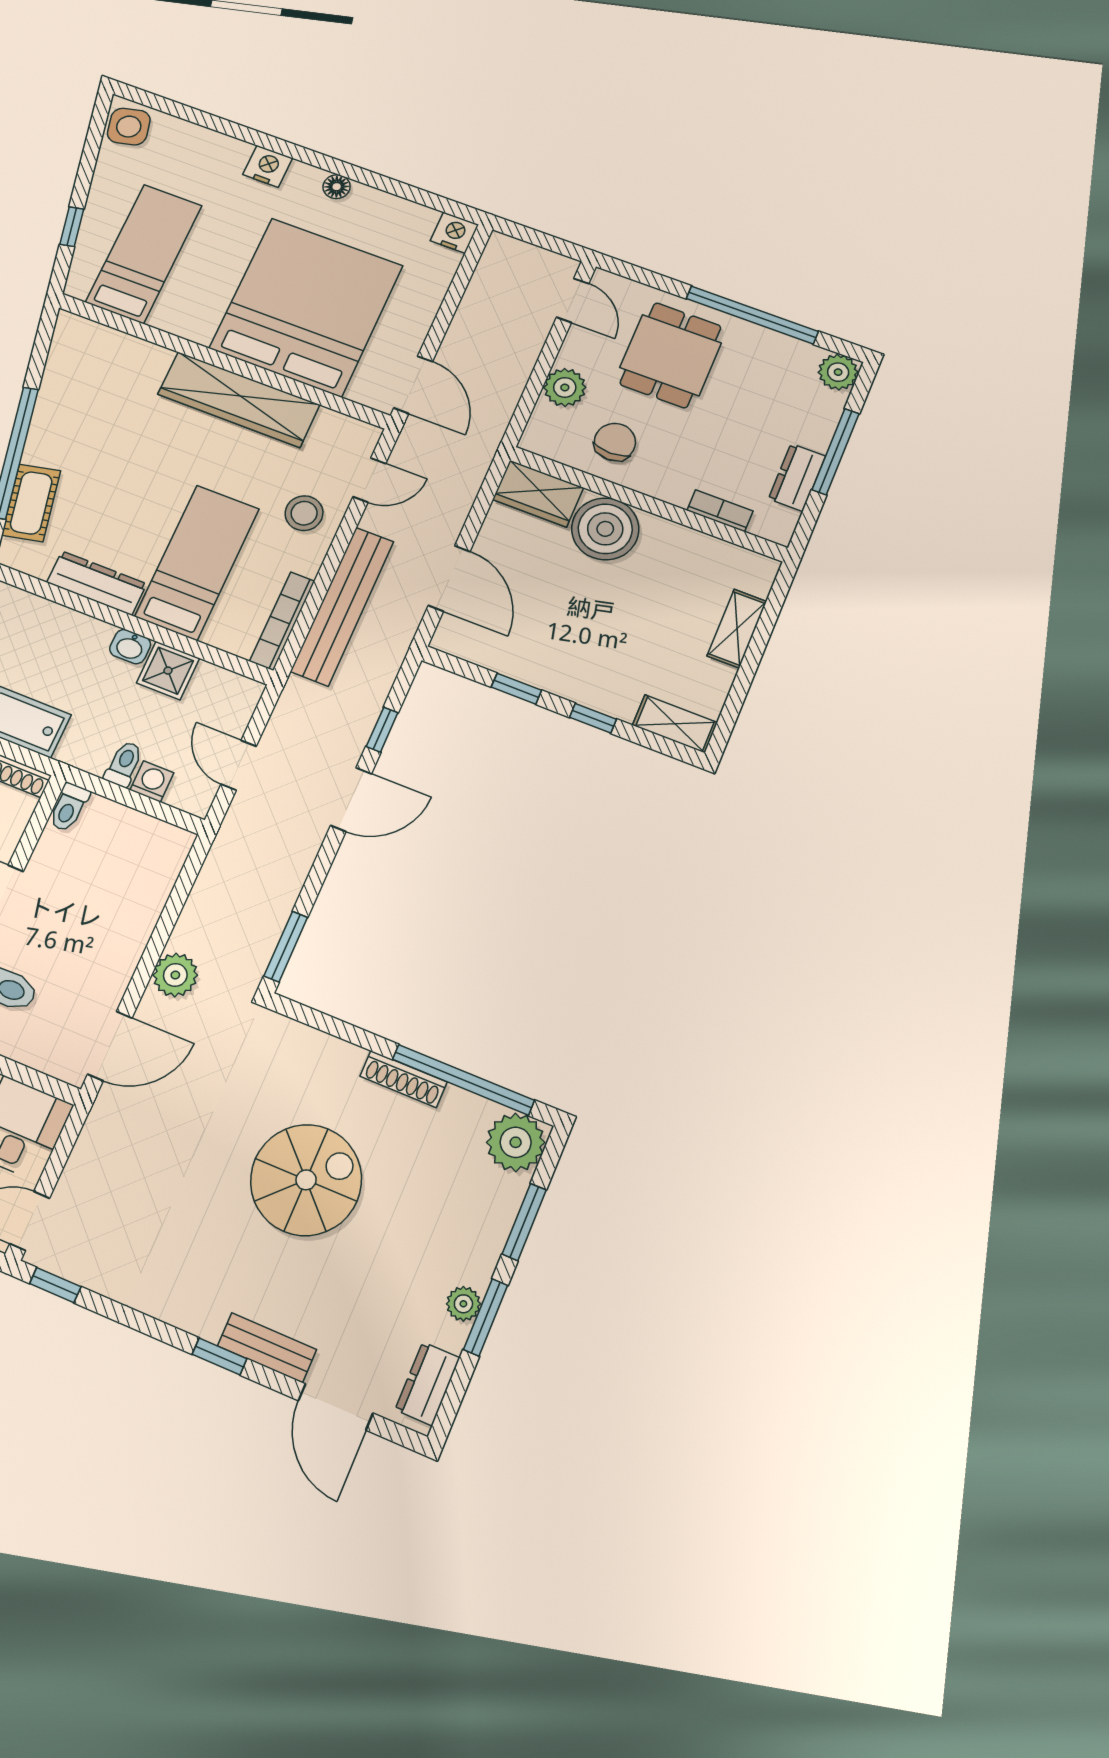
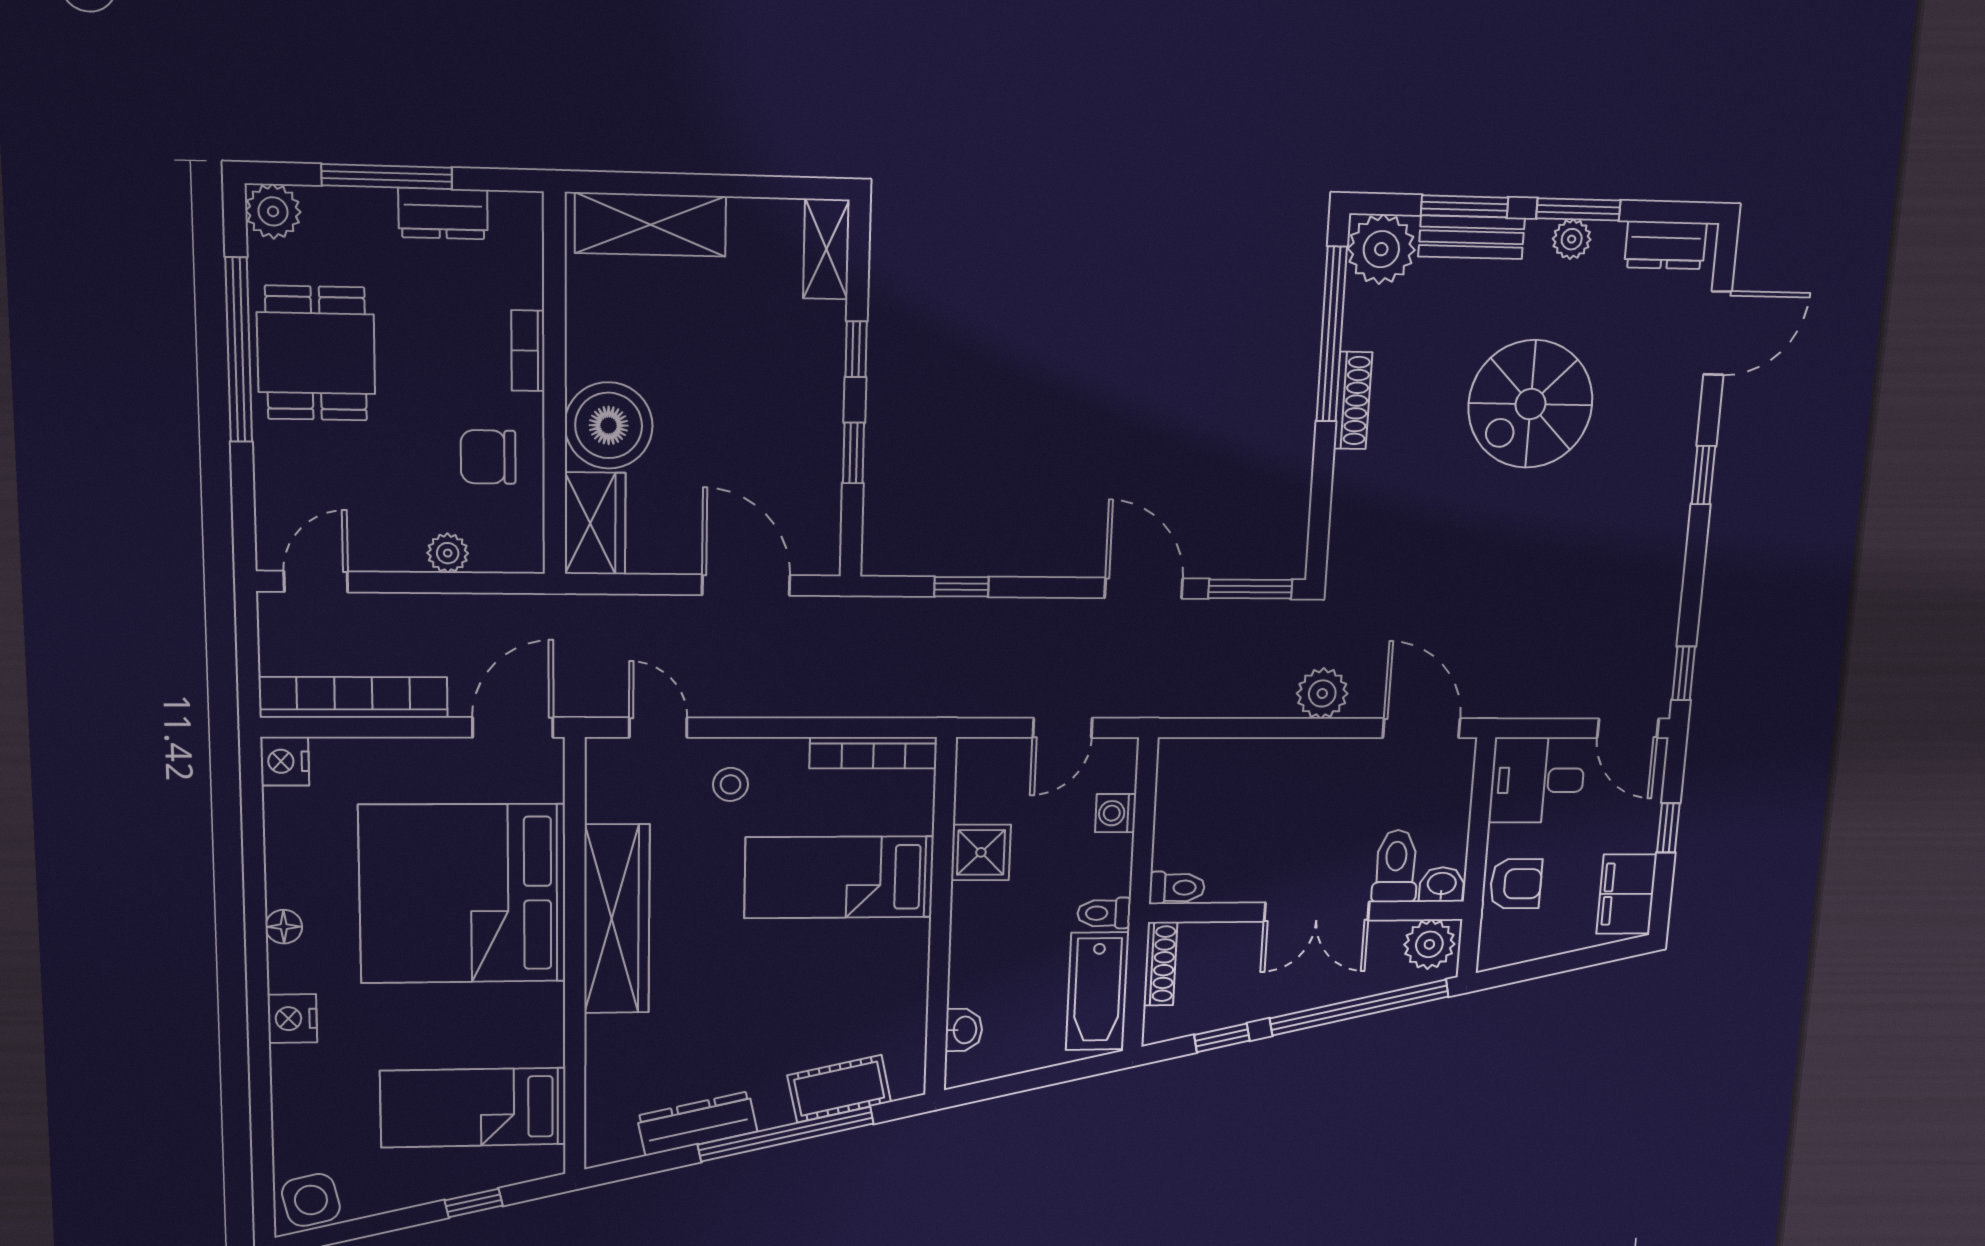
bookcase: (481, 292) -> (354, 697), added
dining table: (671, 355) -> (316, 353), moved, turned 90
plant: (565, 387) -> (448, 553), width x0.73, depth x0.73
bookcase: (720, 511) -> (528, 351), moved
stool: (304, 513) -> (730, 784), width x0.73, depth x0.73
door: (449, 578) -> (746, 585), hinge flipped
dresser: (97, 583) -> (697, 1124), moved, turned 78
bench: (342, 606) -> (829, 693), removed
shelving: (737, 629) -> (650, 225), width x1.50, depth x1.33
washbasin: (130, 647) -> (964, 1030), moved
toilet: (124, 764) -> (1104, 913), moved
door: (351, 799) -> (1144, 588), moved
spiral stairs: (306, 1180) -> (1531, 404), moved, turned -90
bench: (267, 1348) -> (1472, 237), moved, turned 90

